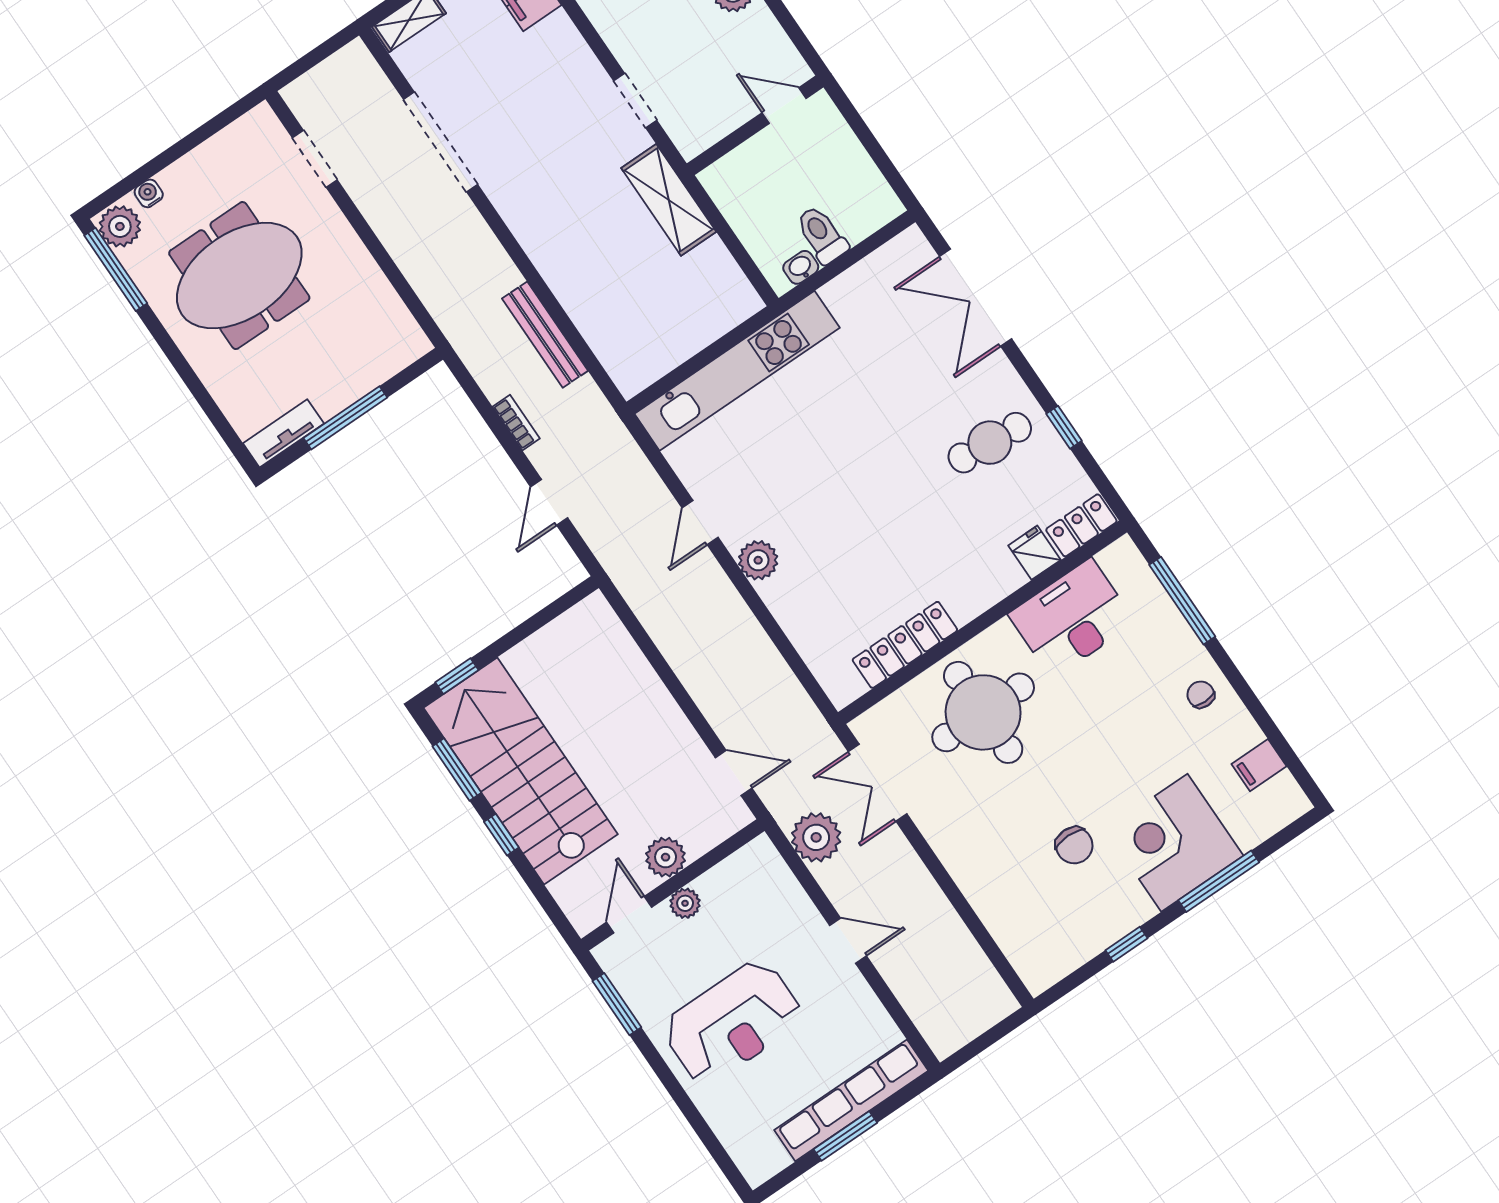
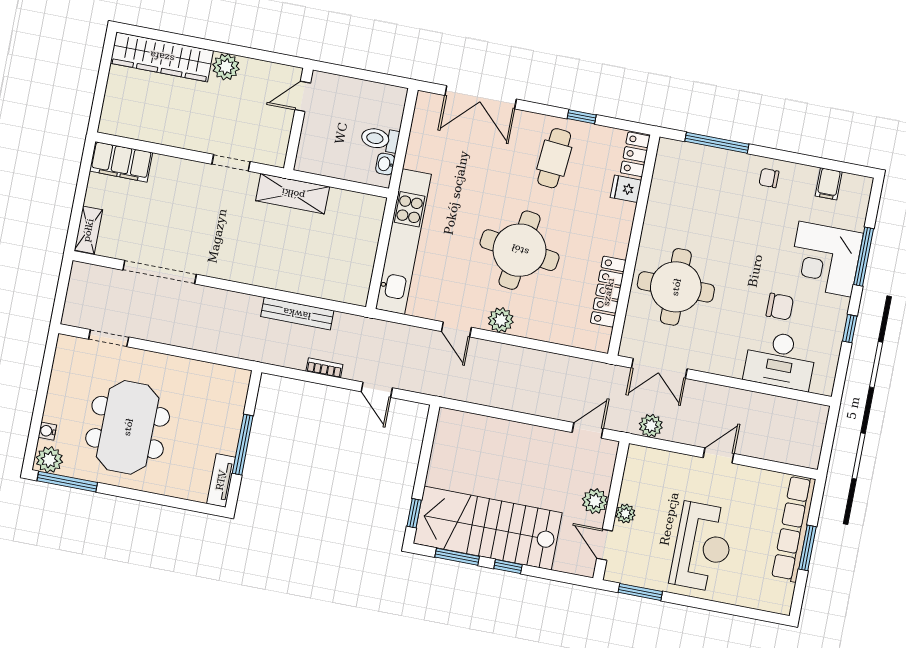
round table: (854, 505) -> (520, 250), added
desk: (1072, 618) -> (780, 360), moved, turned -90
plant: (816, 837) -> (651, 426), width x0.73, depth x0.73

